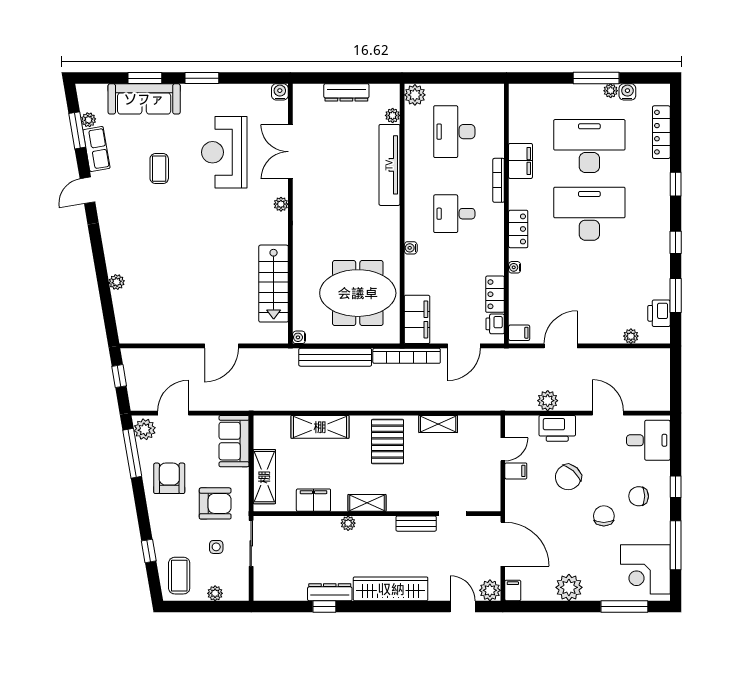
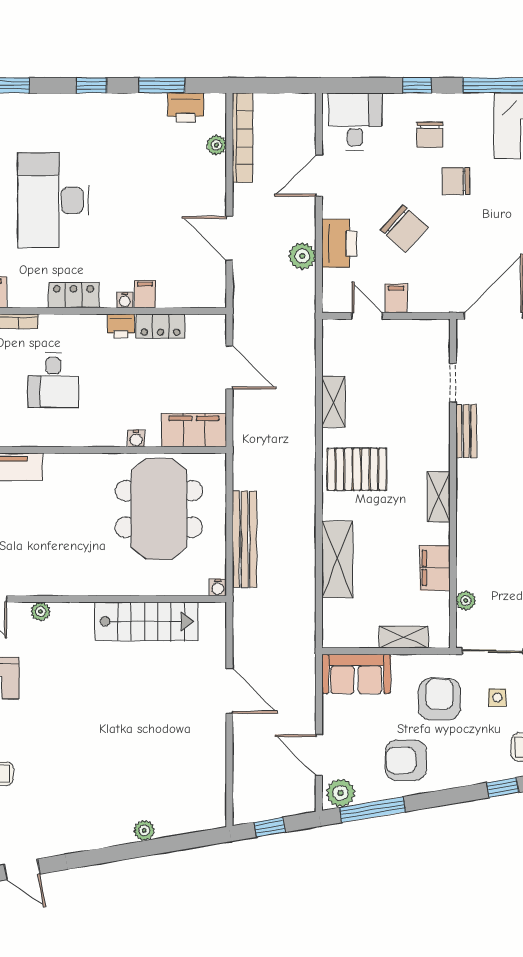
water cooler: (411, 248) -> (136, 438), moved
printer: (495, 324) -> (121, 326), moved
filing cabinet: (519, 333) -> (145, 294), moved
bookcase: (407, 356) -> (243, 138), moved
shelving: (264, 477) -> (404, 637), width x0.67, depth x0.75
plant: (348, 523) -> (466, 601), moved

